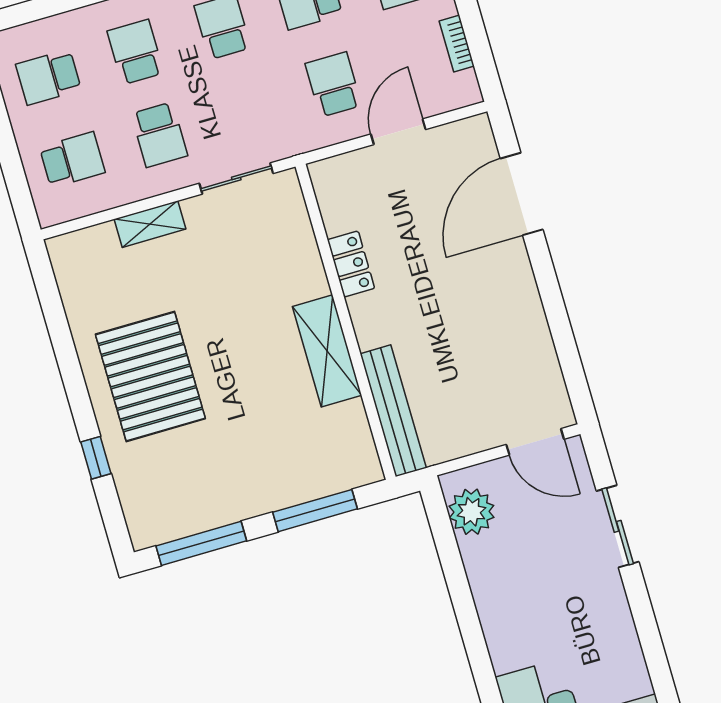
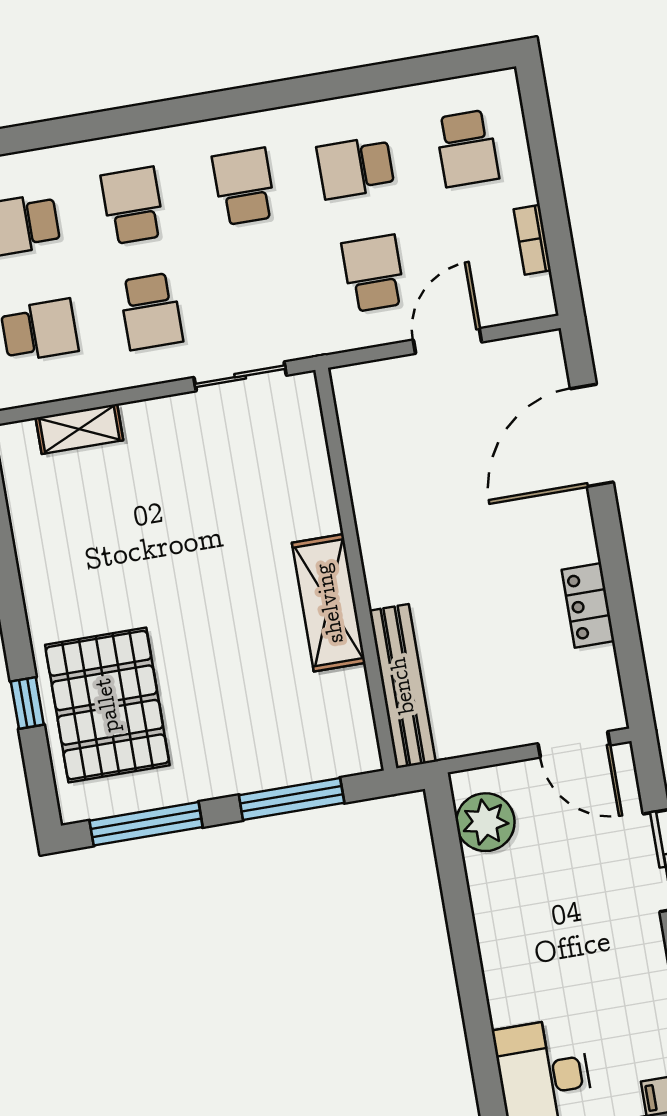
shelving: (150, 224) -> (79, 429), moved
locker: (351, 264) -> (588, 605), moved, turned 180
pallet: (150, 376) -> (107, 705), moved

